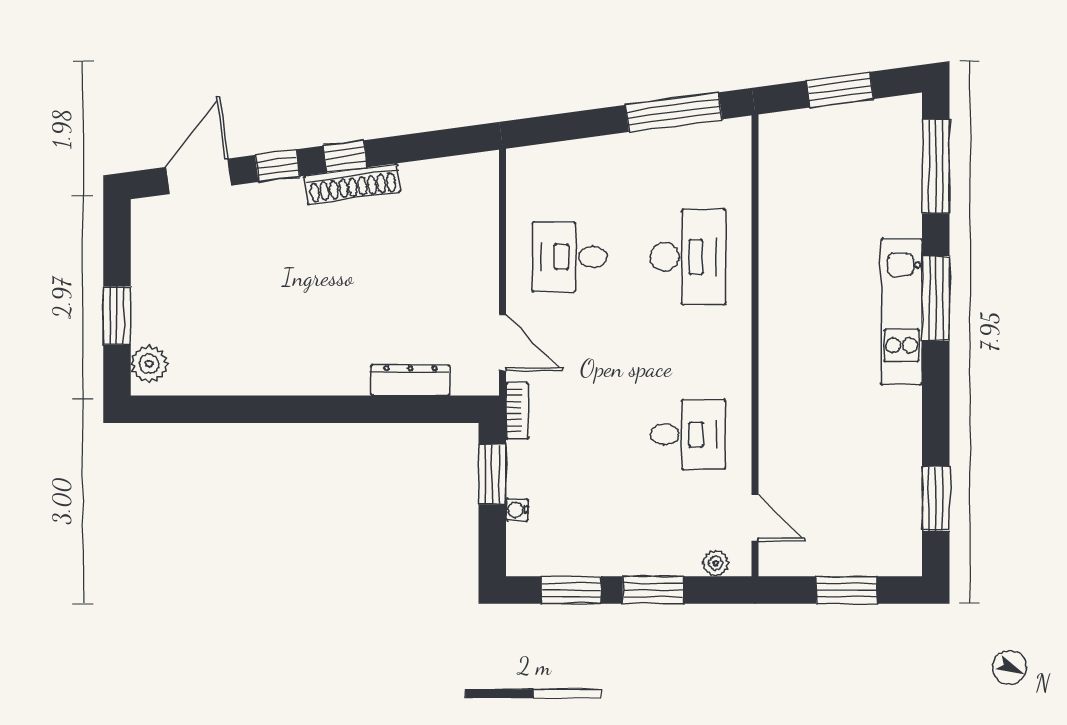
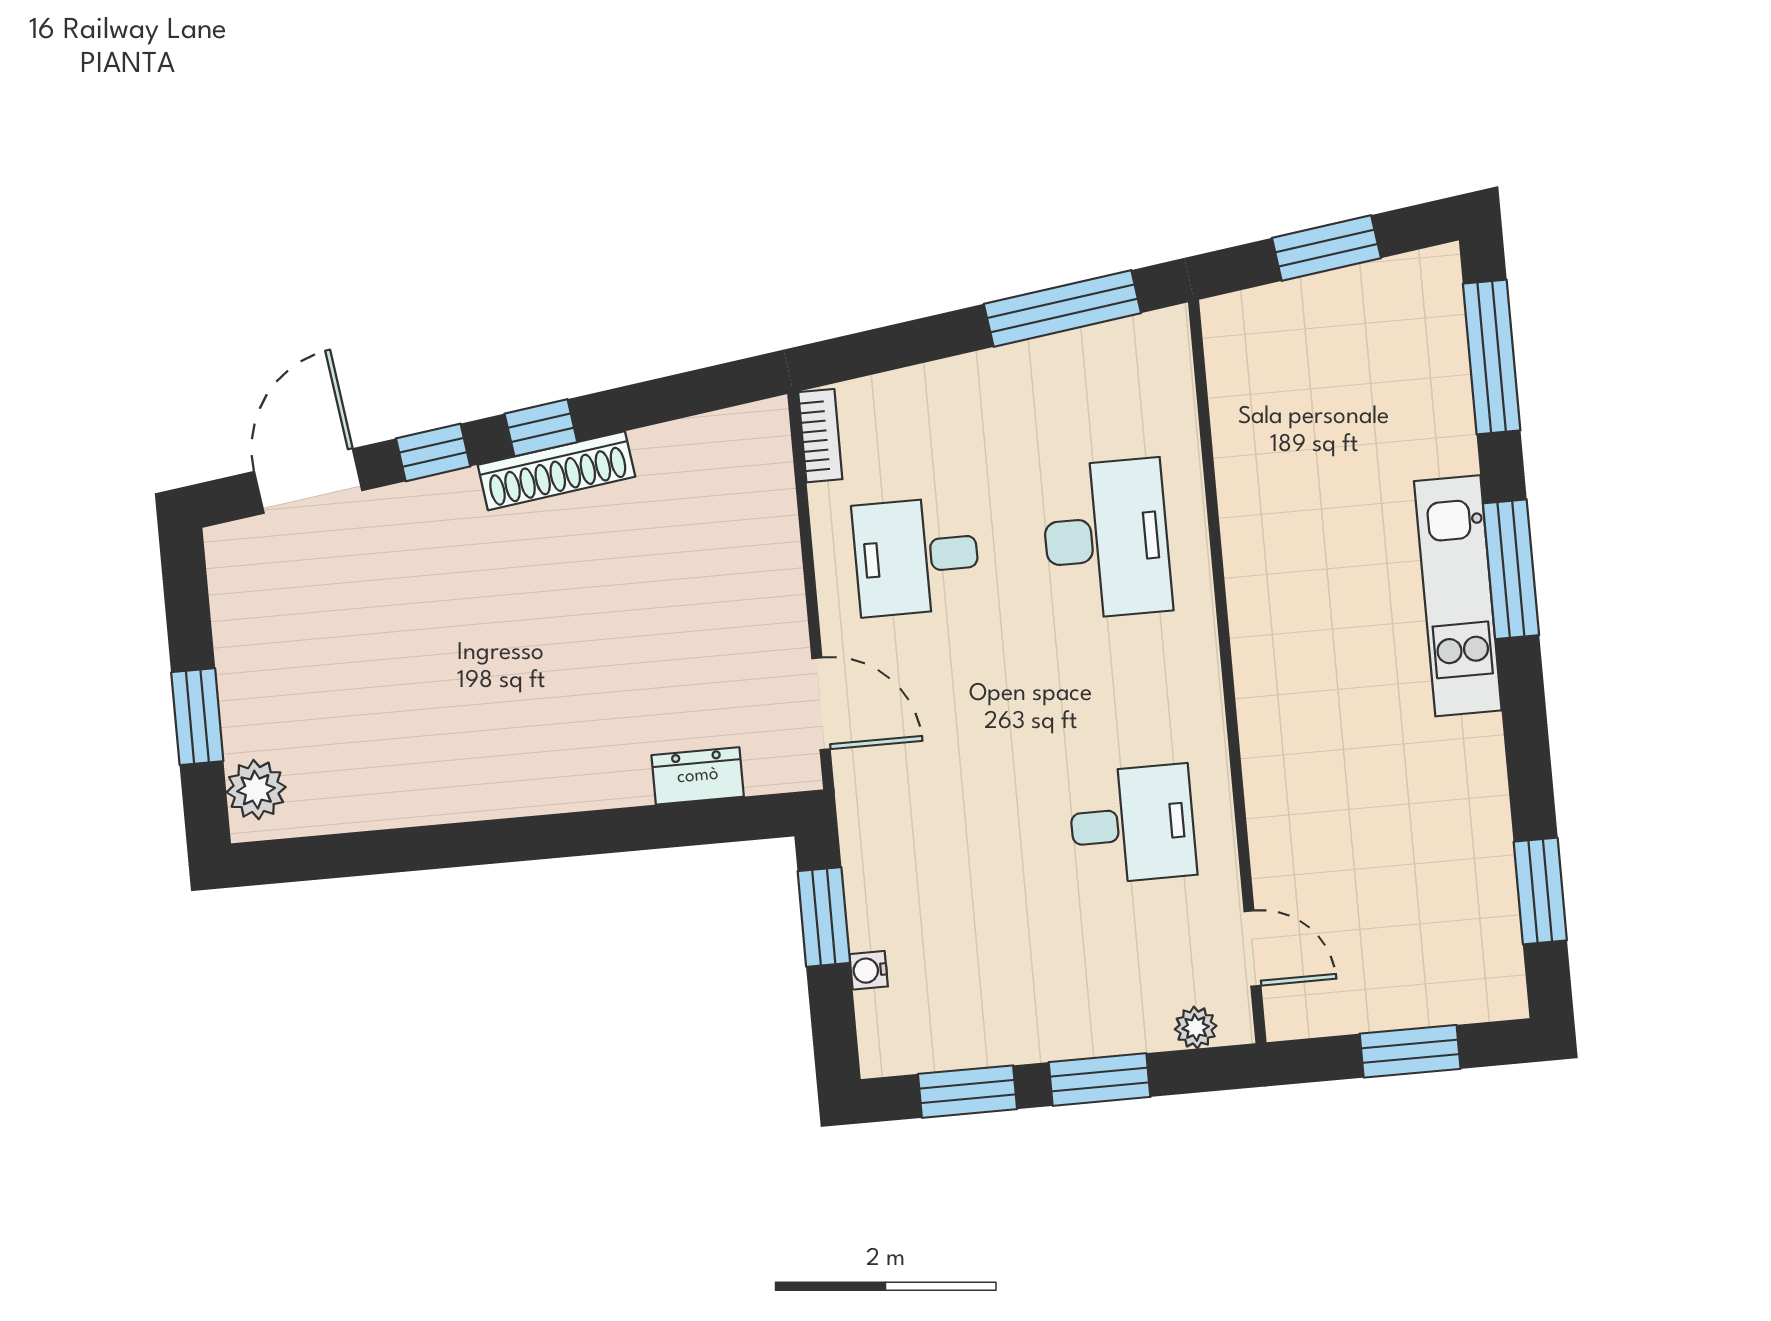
dresser: (410, 380) -> (698, 776), width x0.70
bookcase: (517, 411) -> (820, 436), moved

